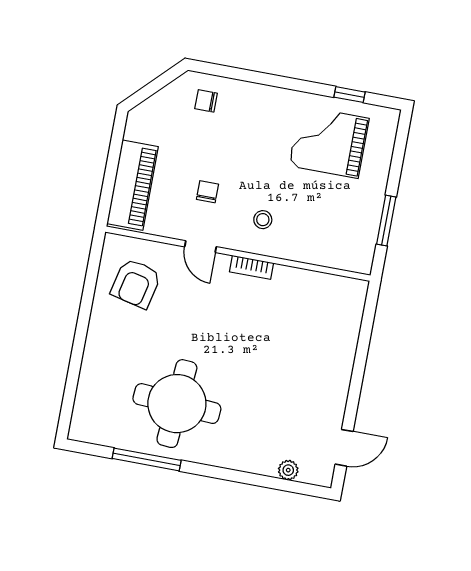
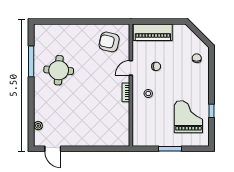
window: (349, 95) -> (211, 111), moved
window: (386, 221) -> (170, 149), moved
round table: (177, 404) -> (59, 70), width x0.73, depth x0.73

